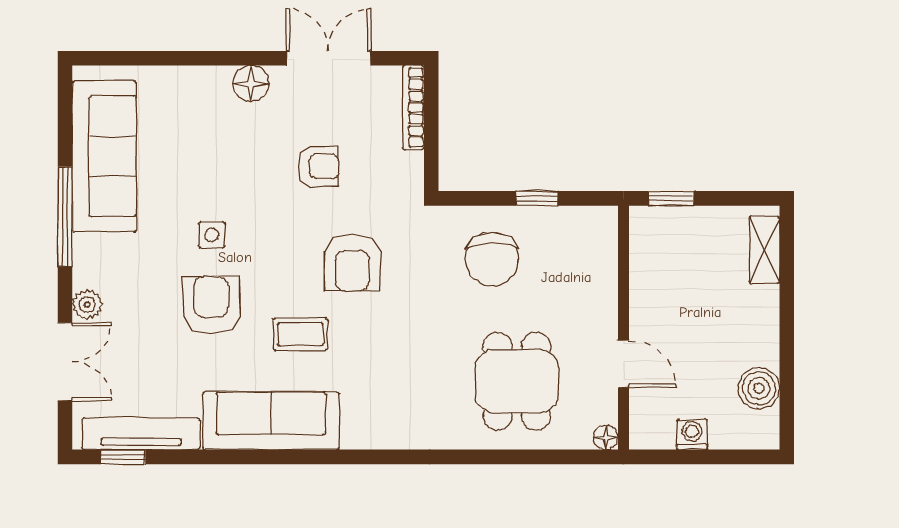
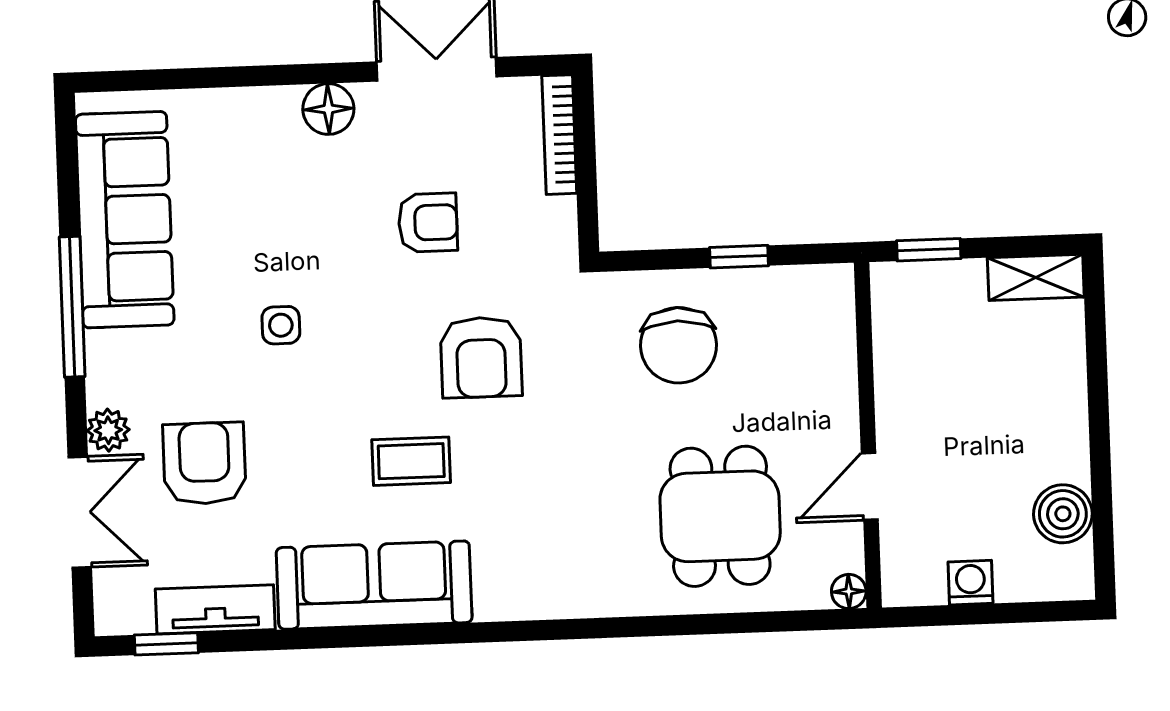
shelving: (764, 250) -> (1036, 277), moved, turned 90
armchair: (211, 305) -> (204, 463), moved
door: (623, 364) -> (870, 486), swing flipped
tv unit: (141, 434) -> (215, 609), width x0.71

